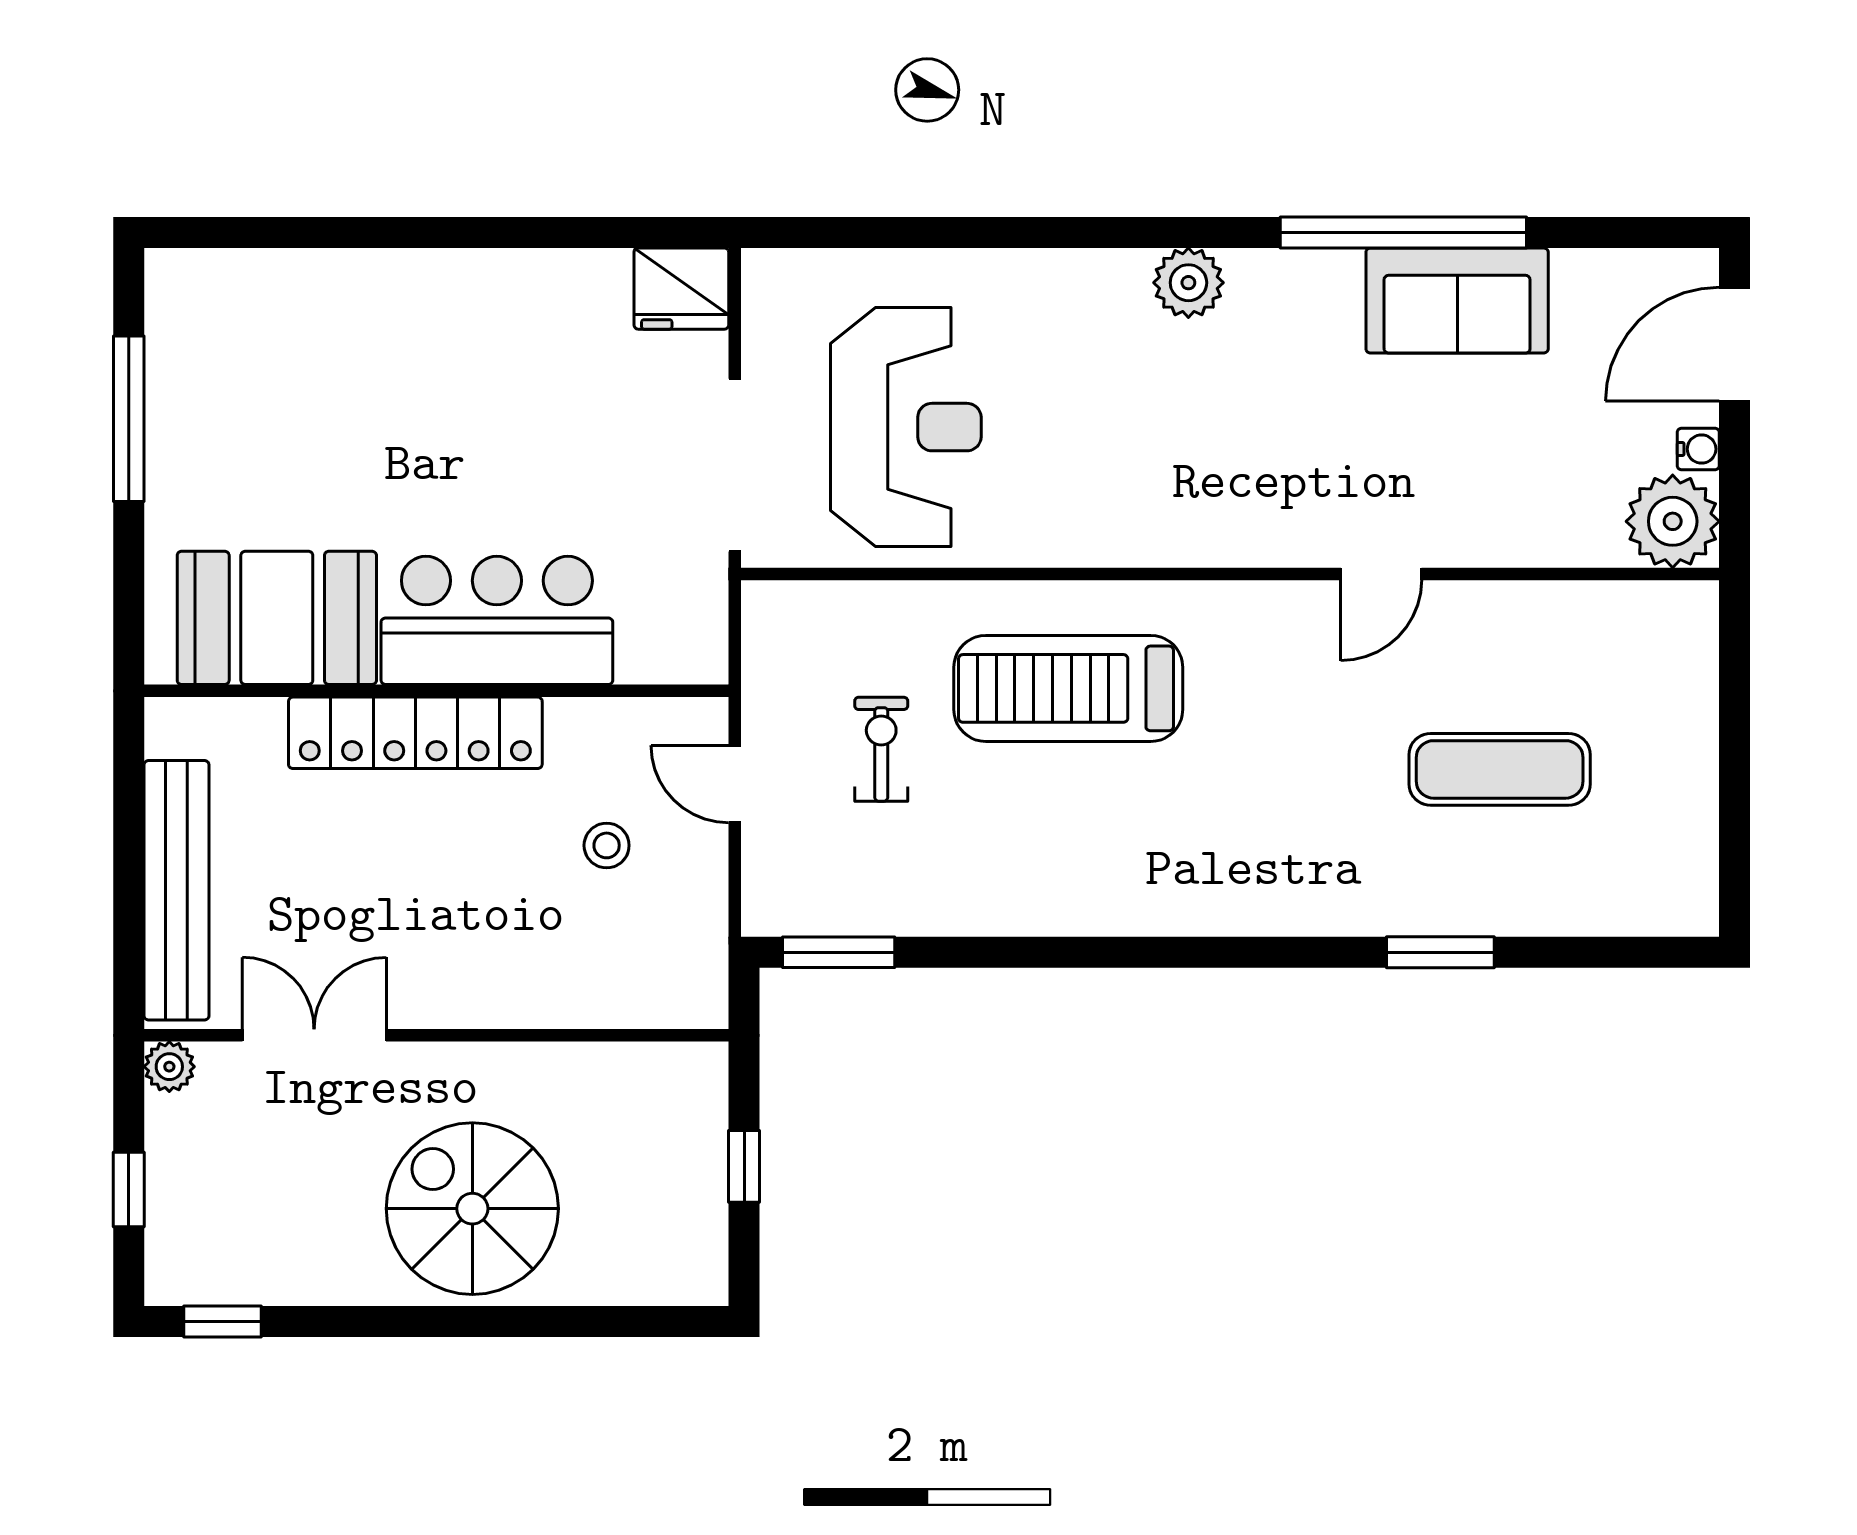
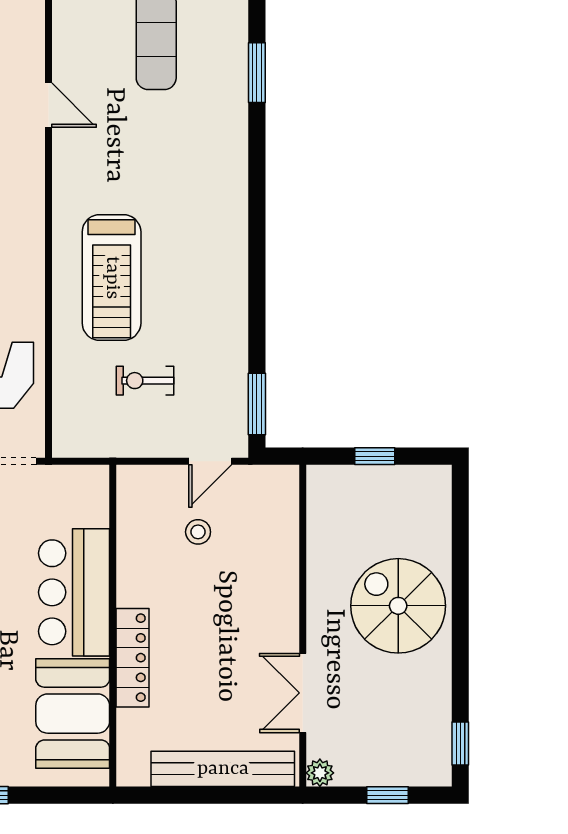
locker: (415, 733) -> (133, 658), width x0.71, depth x0.83
door: (735, 784) -> (210, 461), moved
spiral stairs: (472, 1209) -> (398, 606), turned 90

